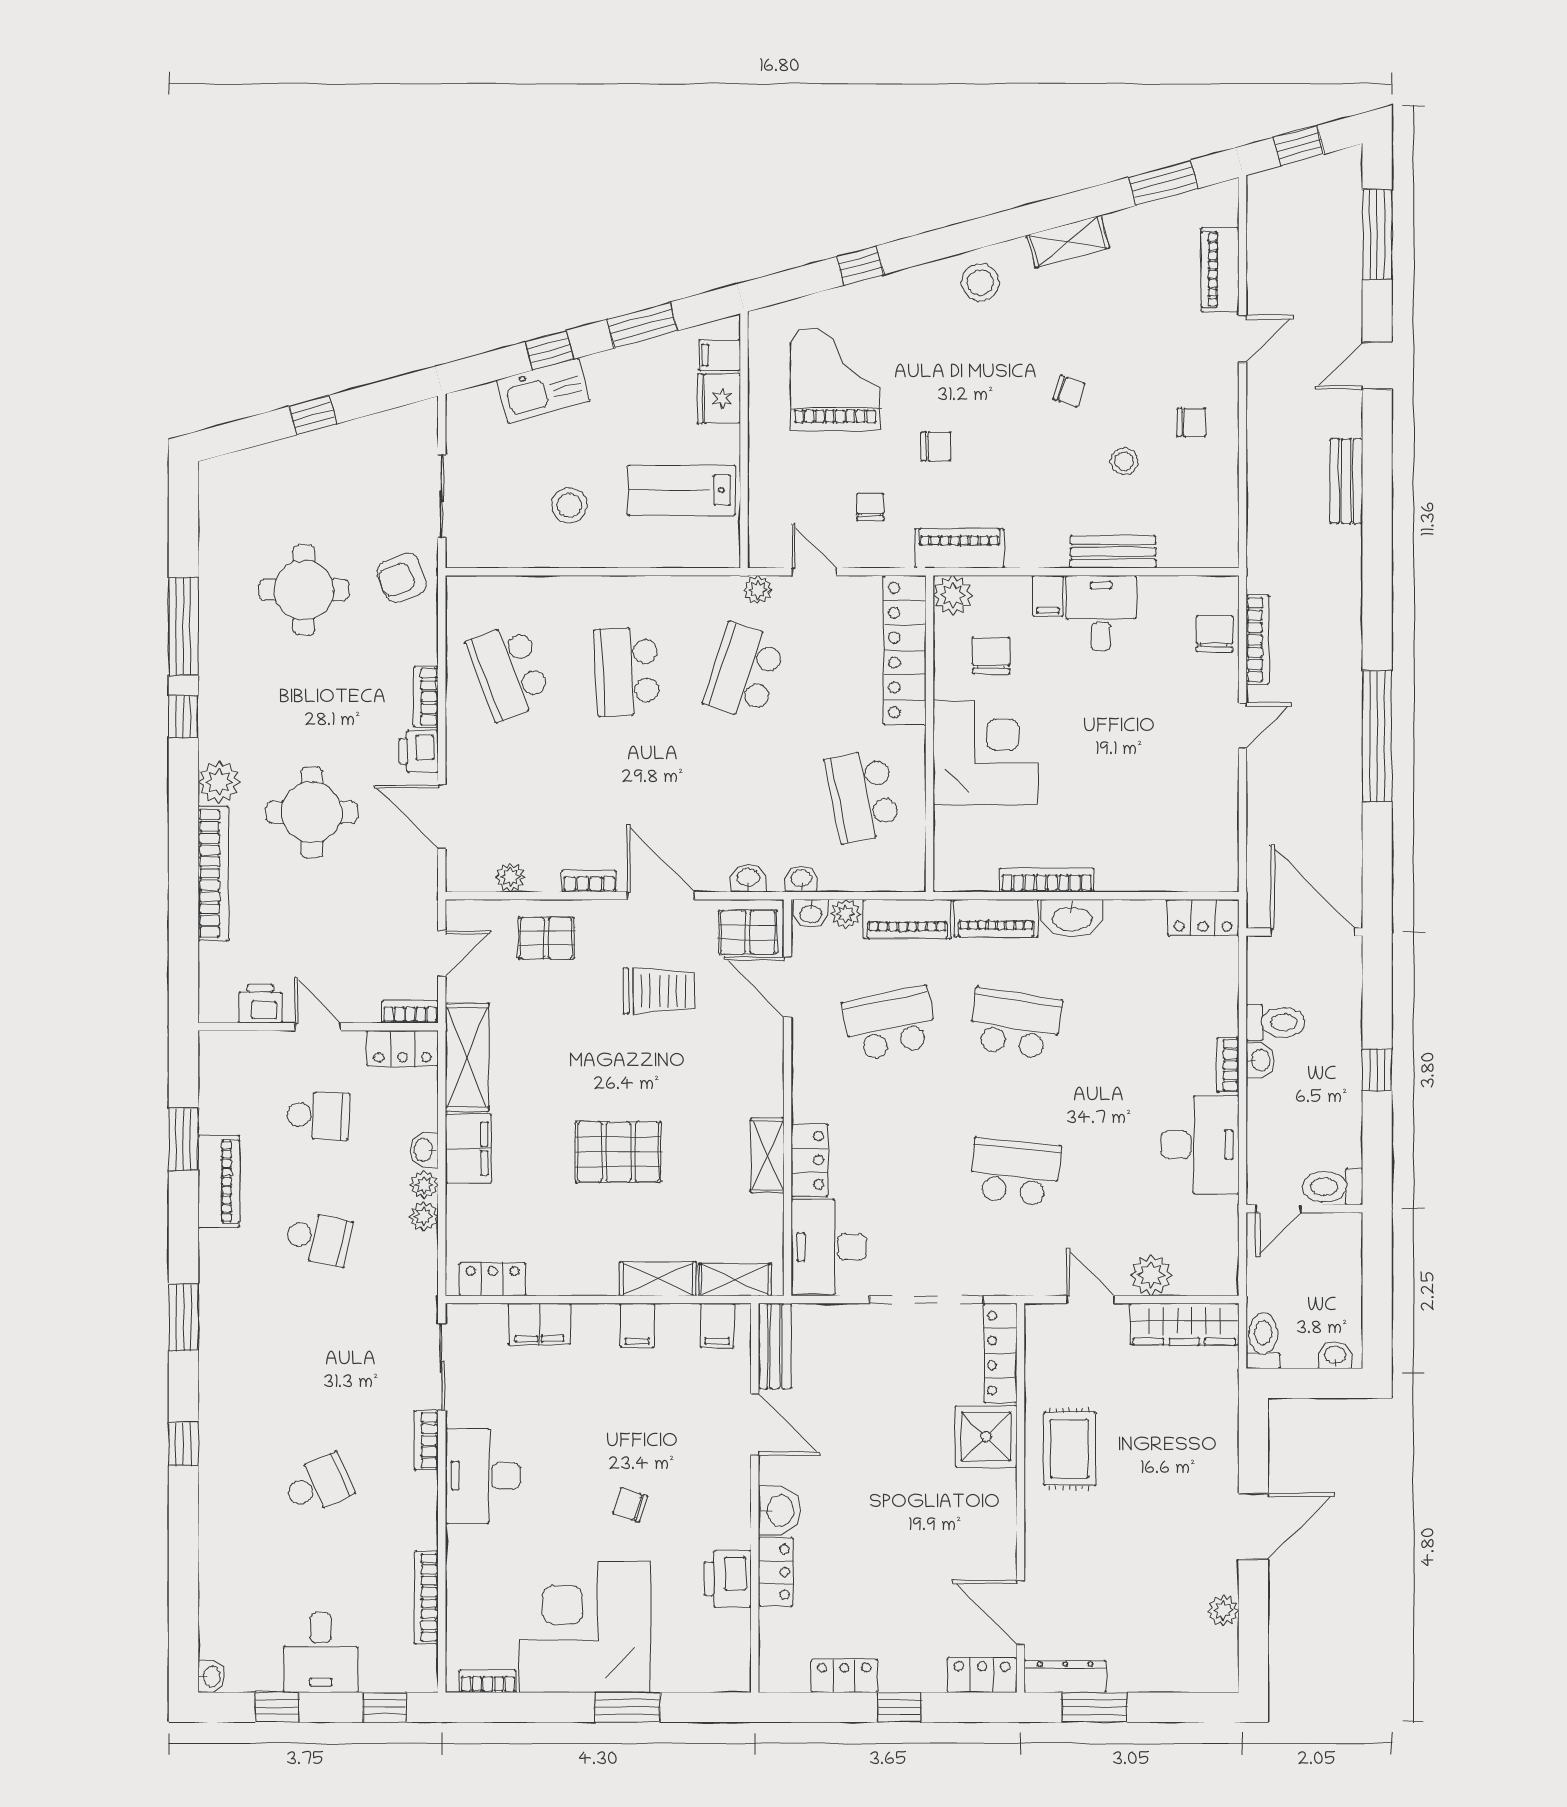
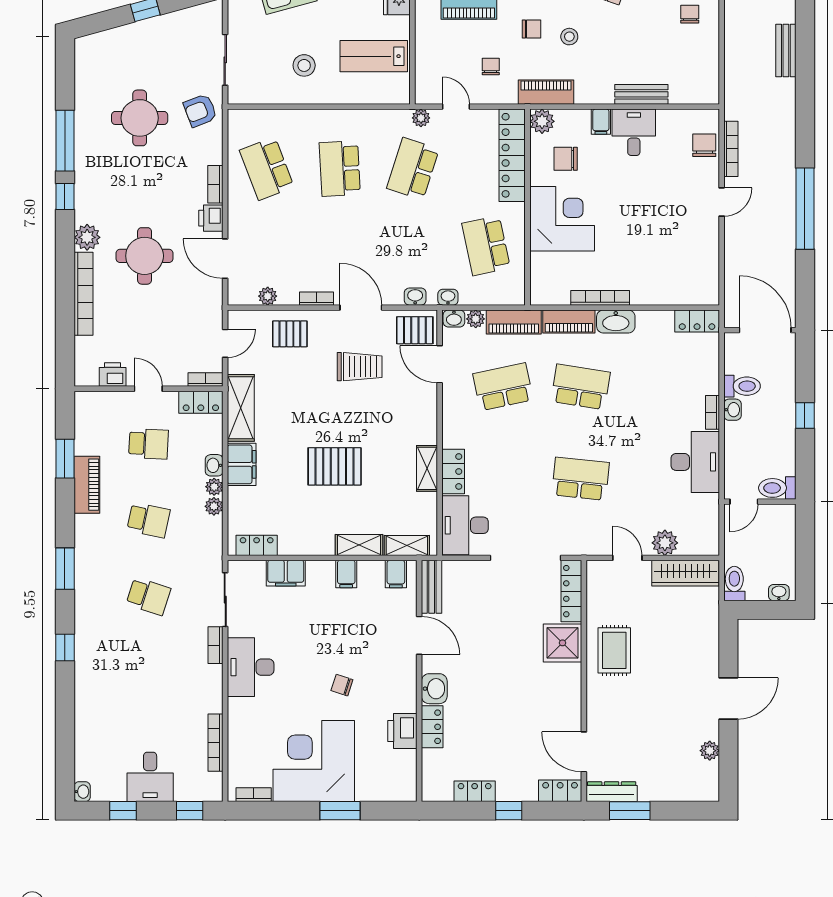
chair: (1191, 422) -> (690, 14), turned -90
stool: (1124, 461) -> (569, 37), moved
chair: (991, 656) -> (566, 159), turned -90
school desk: (318, 1484) -> (148, 596), moved, turned 42

